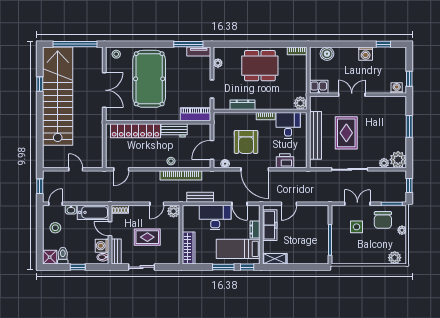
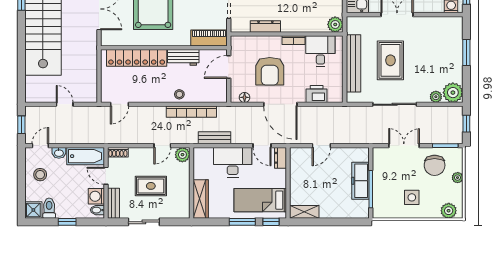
door: (212, 150) -> (229, 67), moved
freezer: (270, 225) -> (361, 181), moved, turned 180
side table: (357, 227) -> (412, 197), moved
dresser: (255, 230) -> (280, 158), moved

